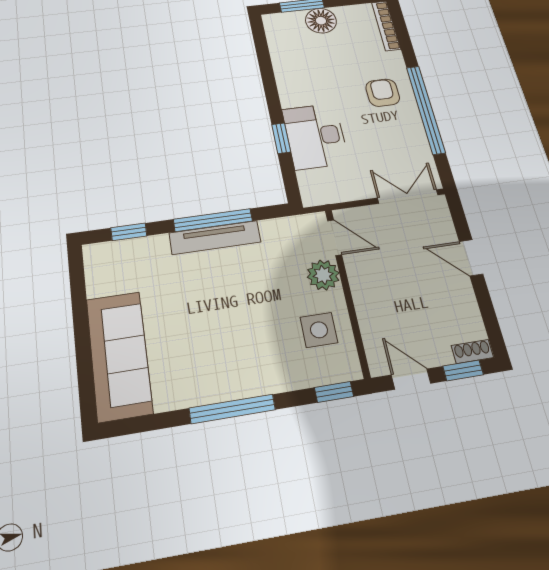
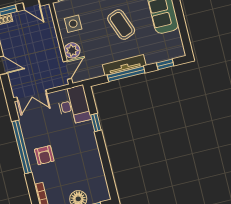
desk: (315, 136) -> (74, 105), moved
door: (335, 238) -> (67, 70), swing flipped
coffee table: (214, 320) -> (121, 25), added

